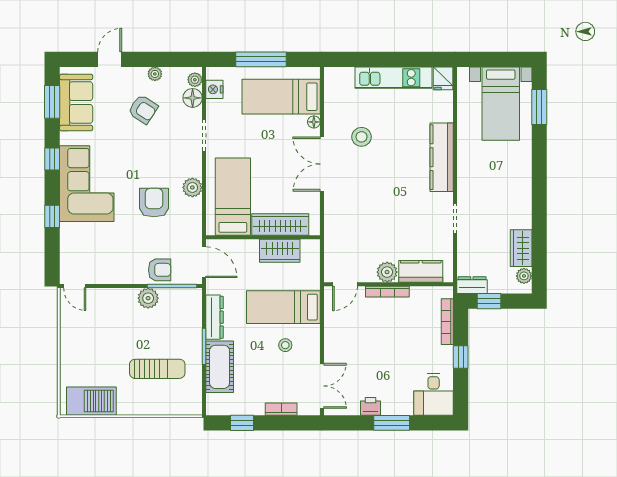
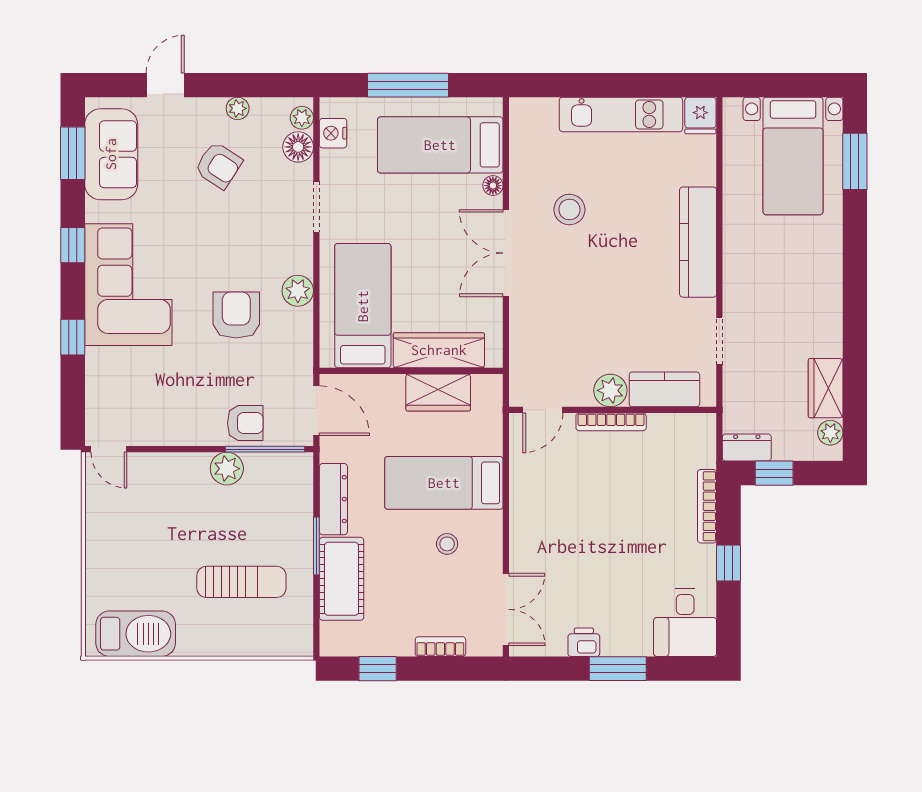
kitchen counter: (421, 271) -> (664, 389), moved
plant: (387, 272) -> (610, 390), moved
door: (345, 284) -> (543, 410), moved
wall: (388, 284) -> (613, 410), moved
bookcase: (387, 292) -> (611, 422), moved

